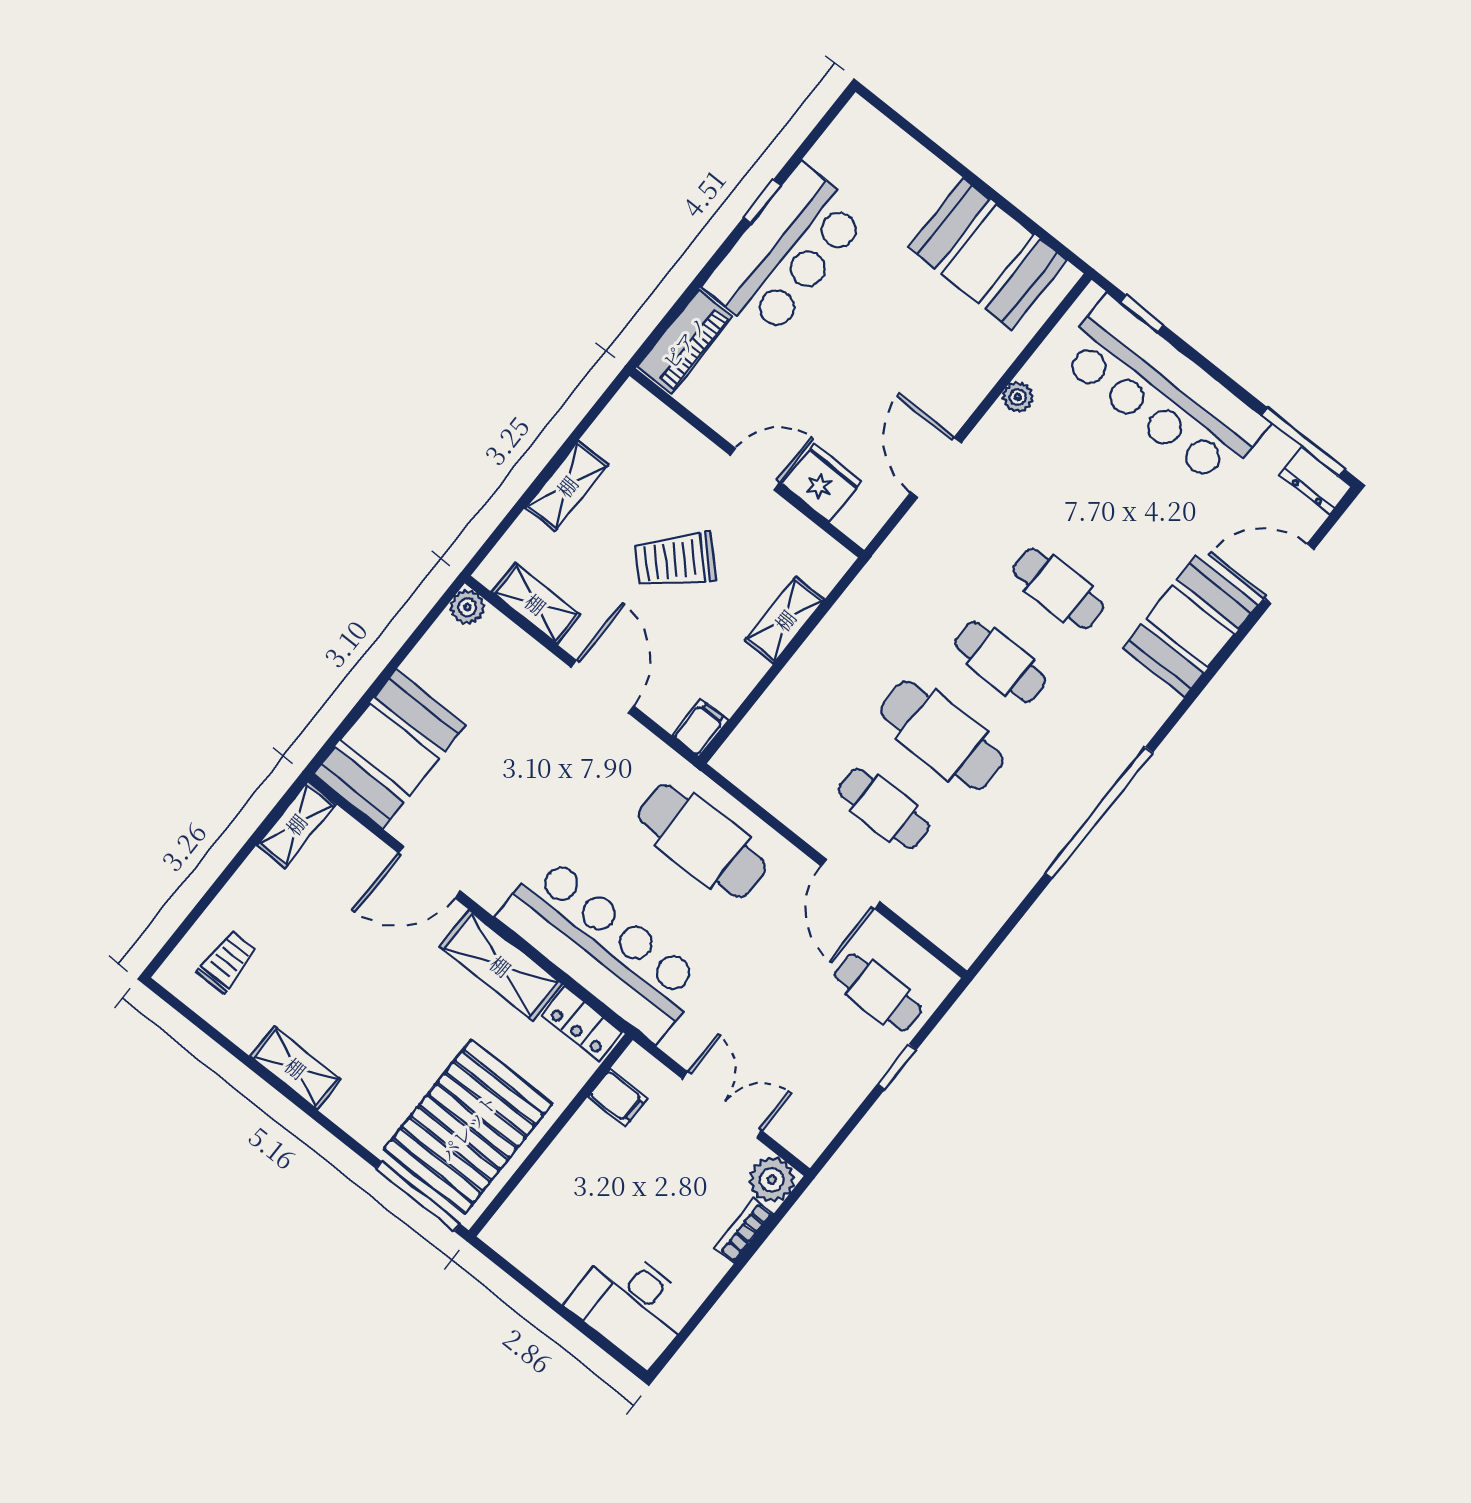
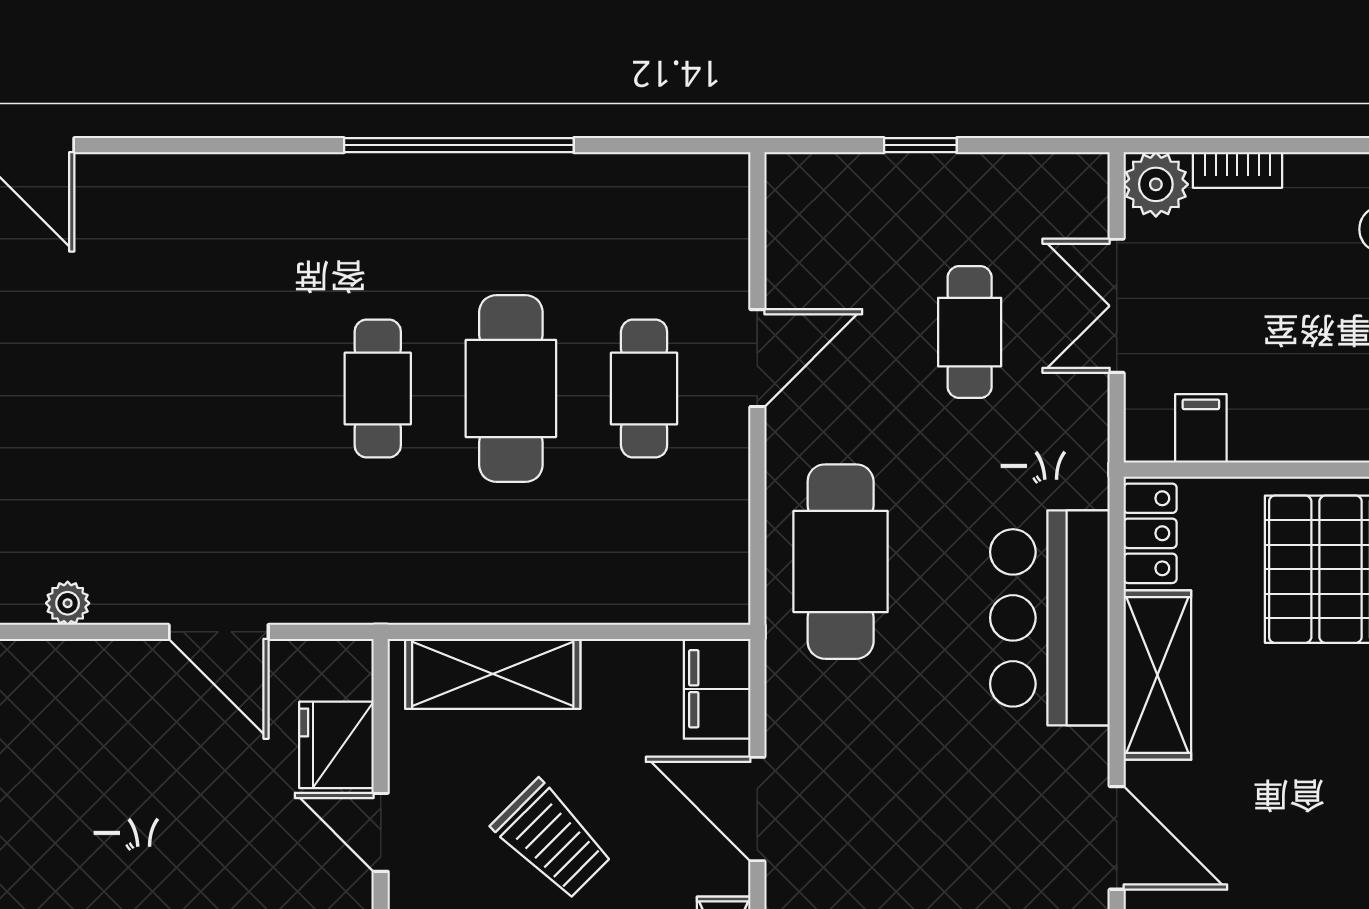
door: (936, 468) -> (219, 632), hinge flipped
cafe table: (1058, 588) -> (245, 388), removed
shelving: (785, 620) -> (493, 674), width x1.50, depth x1.33
booth: (1190, 627) -> (171, 208), removed
door: (602, 687) -> (757, 809), hinge flipped
filing cabinet: (700, 728) -> (717, 689), width x2.00
bar counter: (601, 948) -> (1050, 618), width x0.73
cafe table: (878, 992) -> (970, 332), moved

